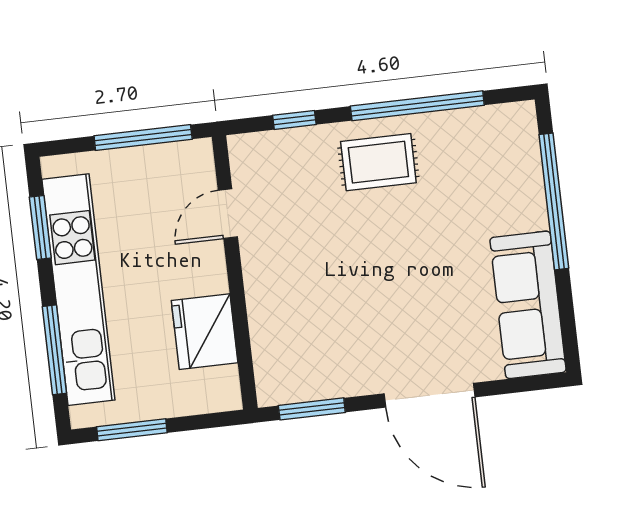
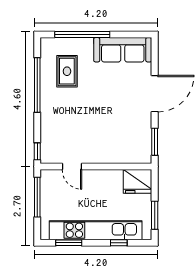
window: (294, 120) -> (37, 151), moved
rug: (378, 162) -> (67, 71), moved
fridge: (205, 332) -> (138, 181), moved
window: (54, 350) -> (119, 243), width x0.46

